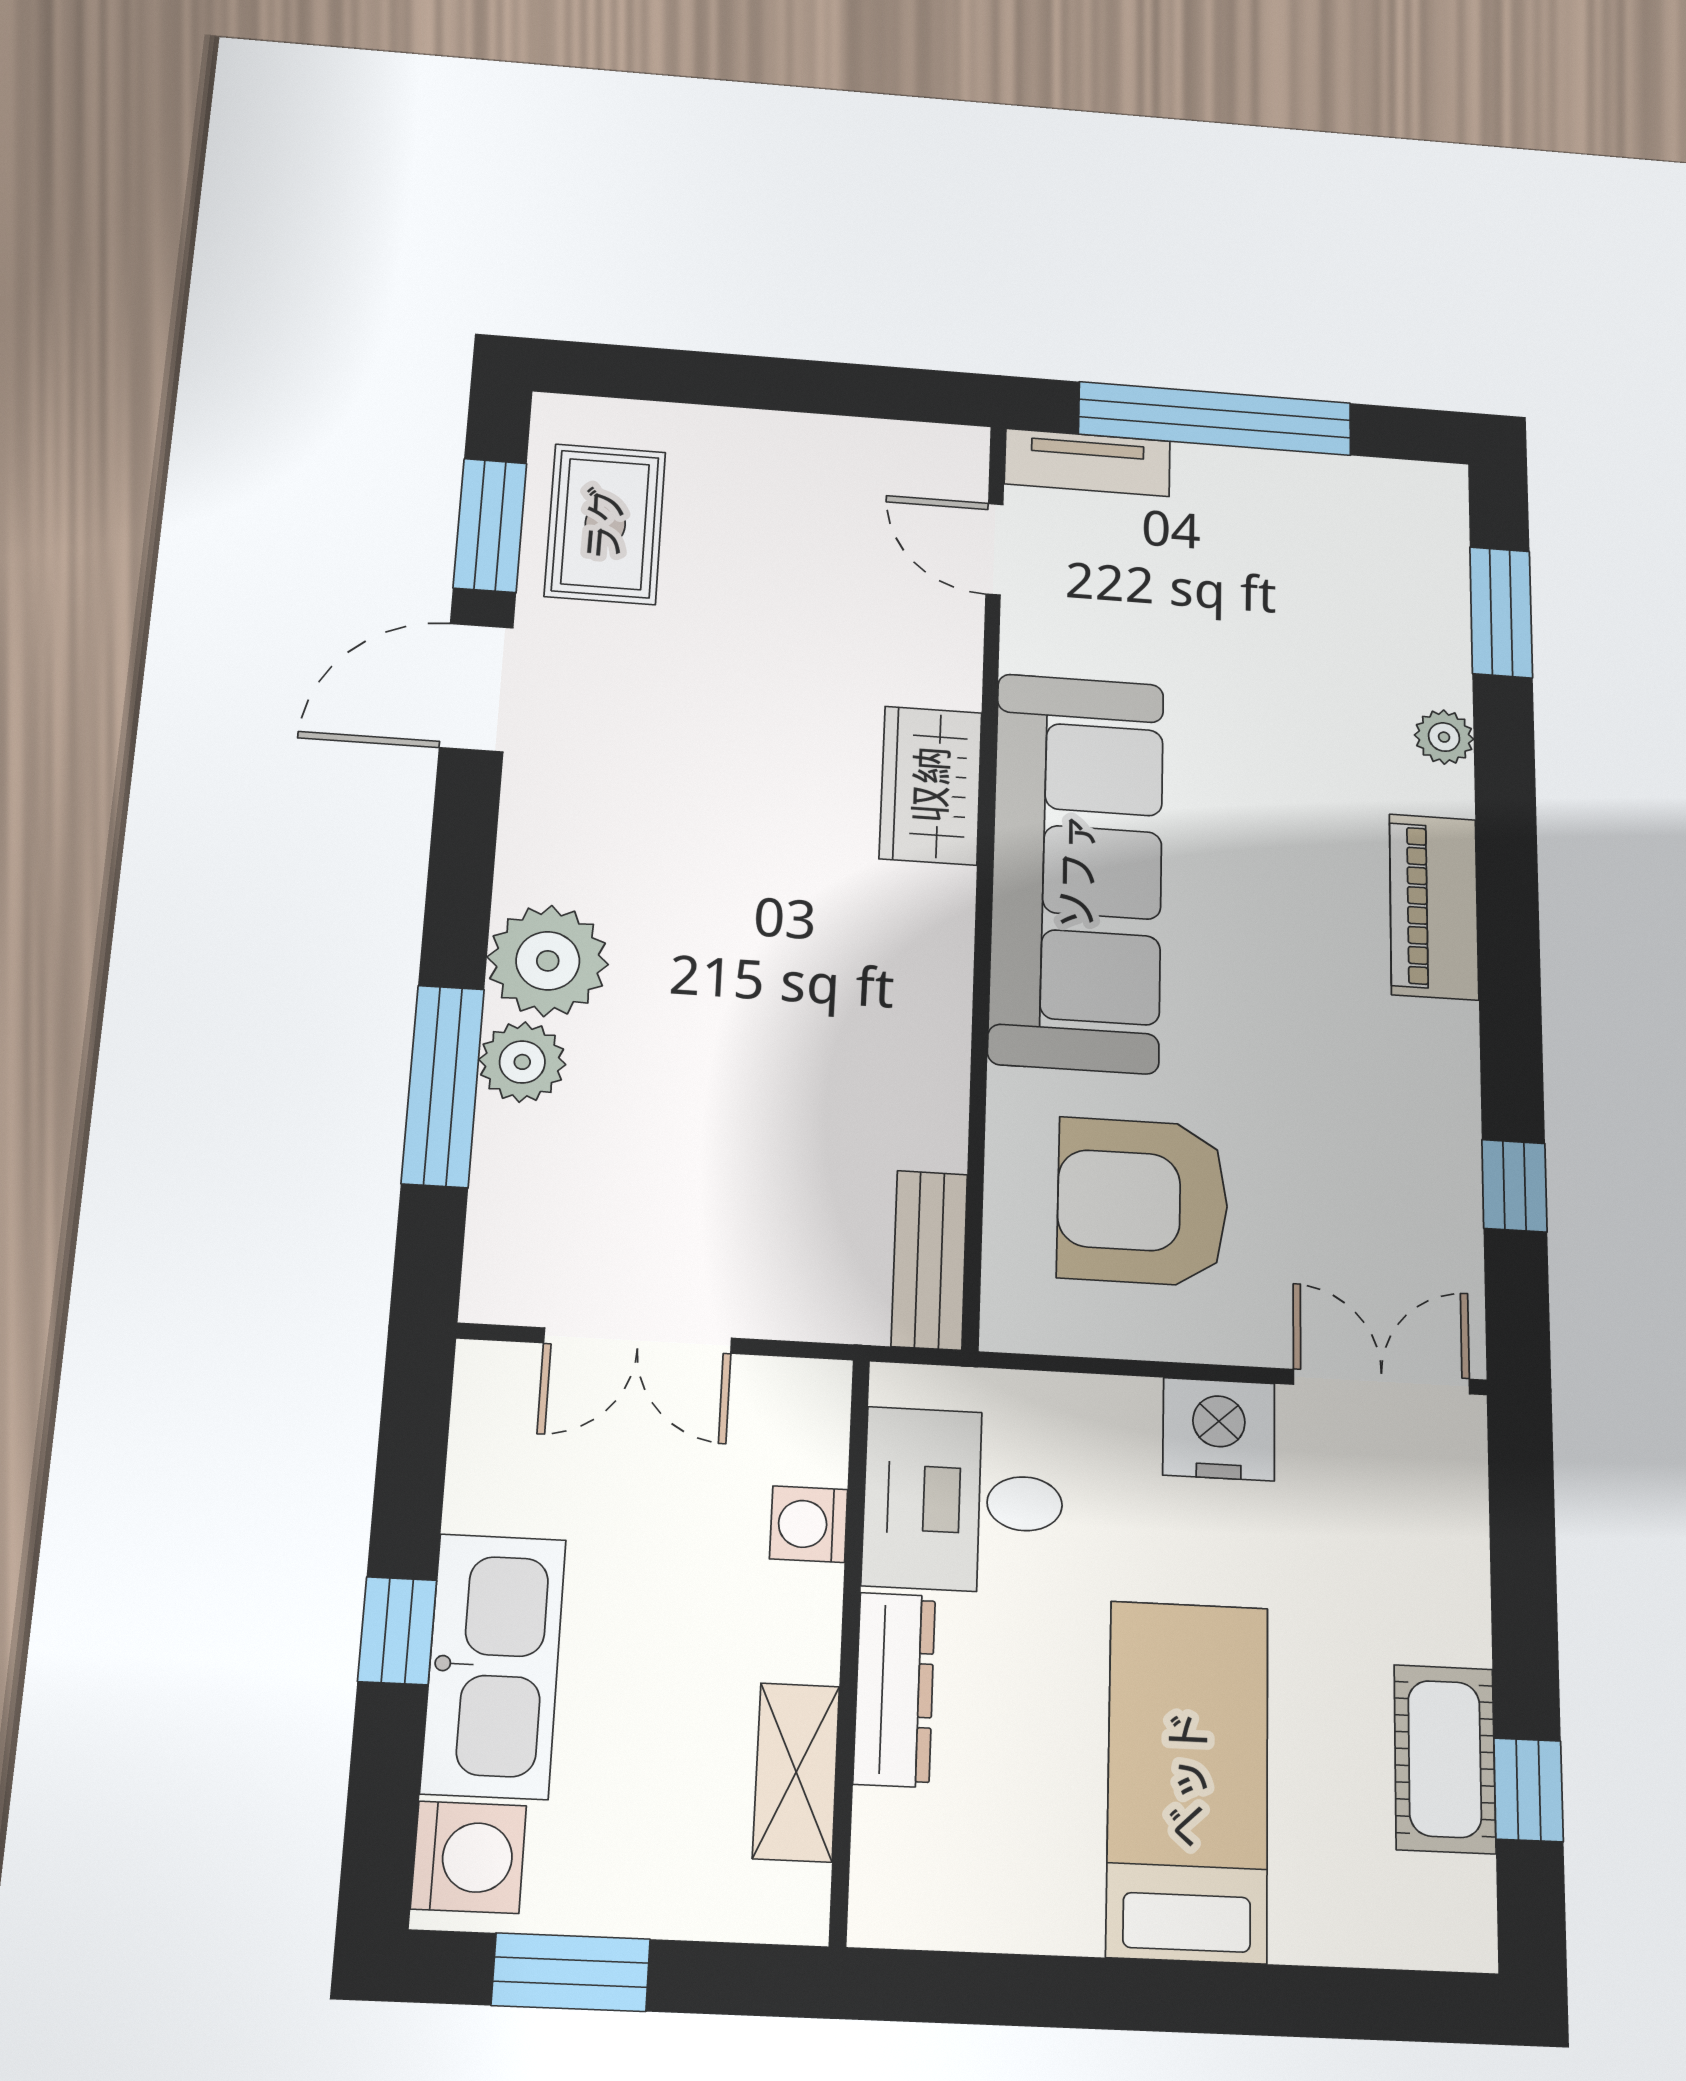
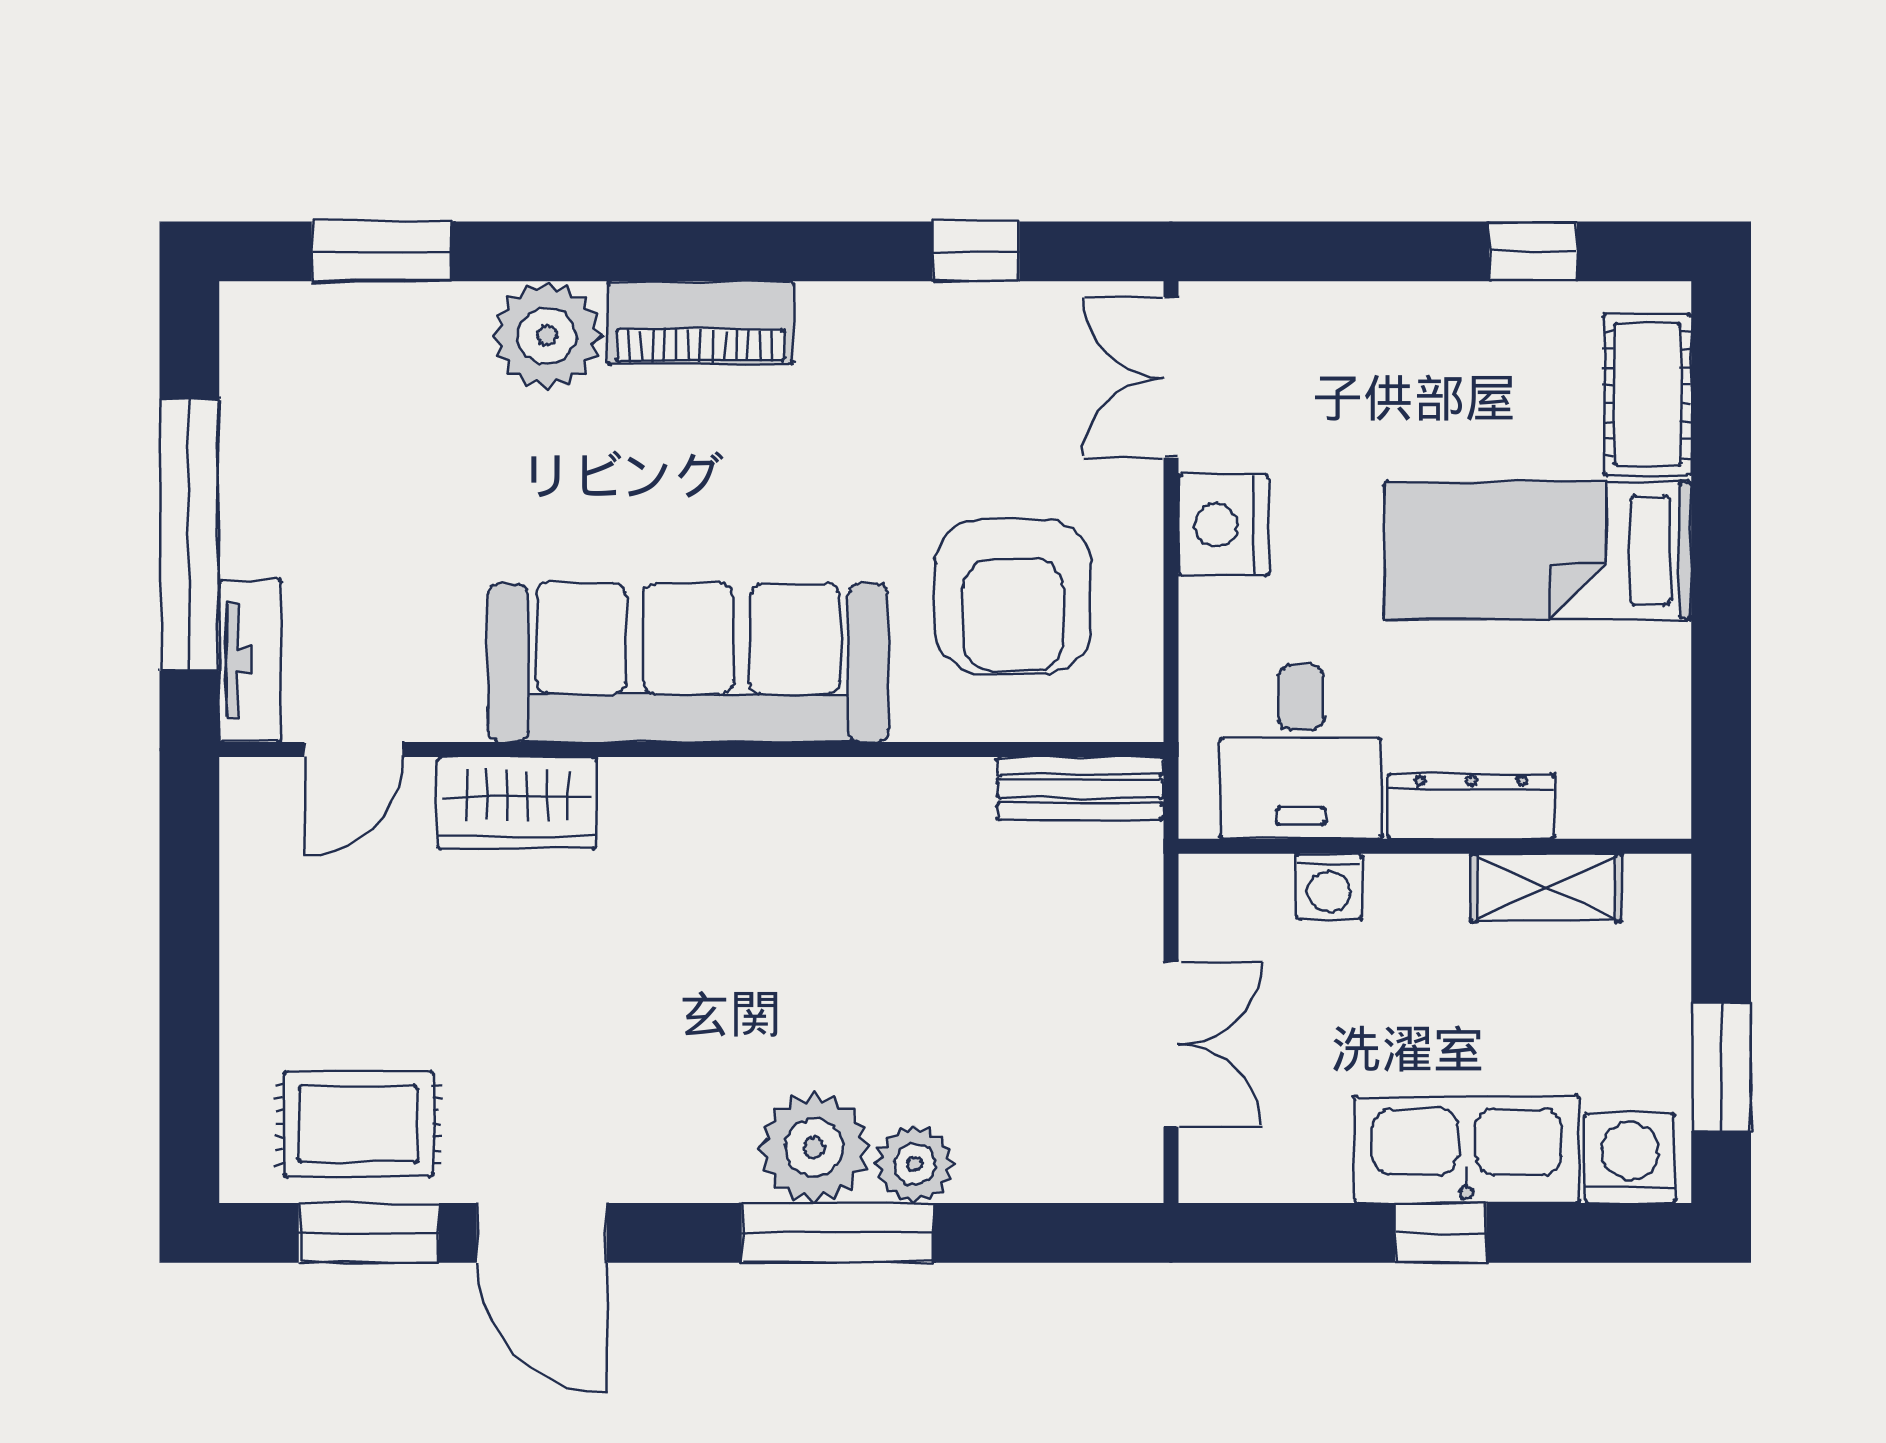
plant: (1444, 737) -> (547, 336), width x1.87, depth x1.87
wardrobe: (931, 785) -> (517, 803), moved
window: (443, 1086) -> (838, 1233), moved
cot: (1445, 1759) -> (1648, 395), moved, turned 90

